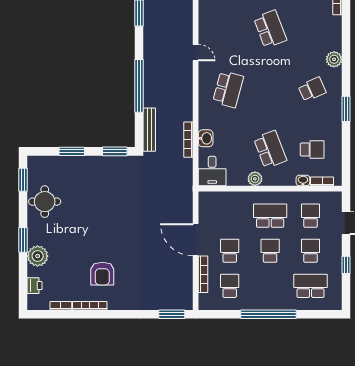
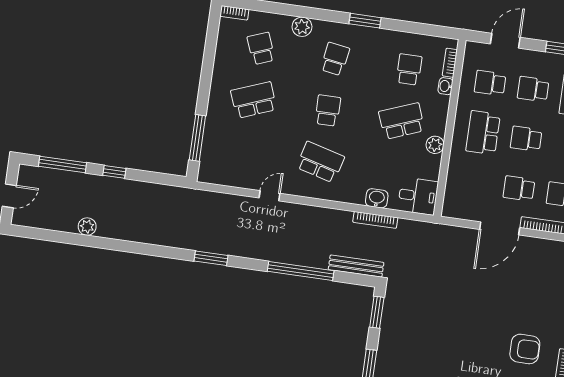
school desk: (312, 29) -> (261, 48), added
school desk: (270, 89) -> (328, 111), added
school desk: (312, 89) -> (335, 59), turned 33

